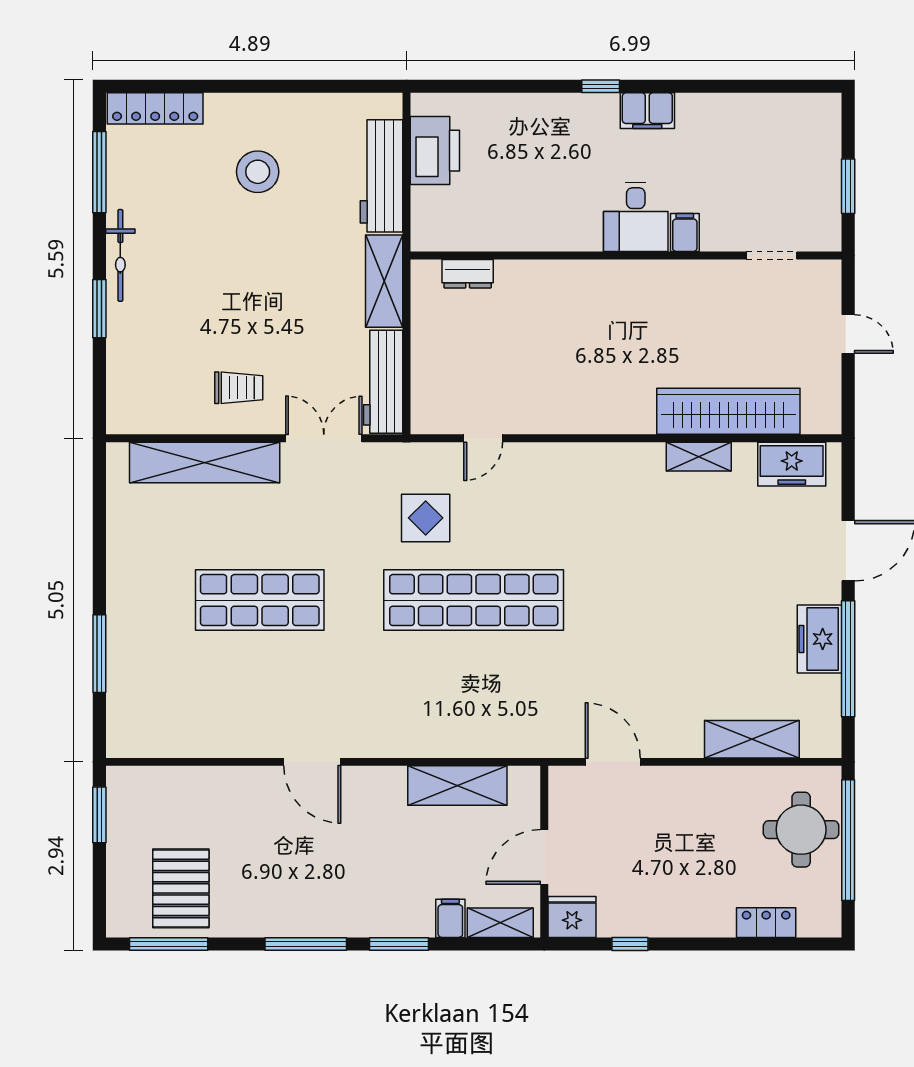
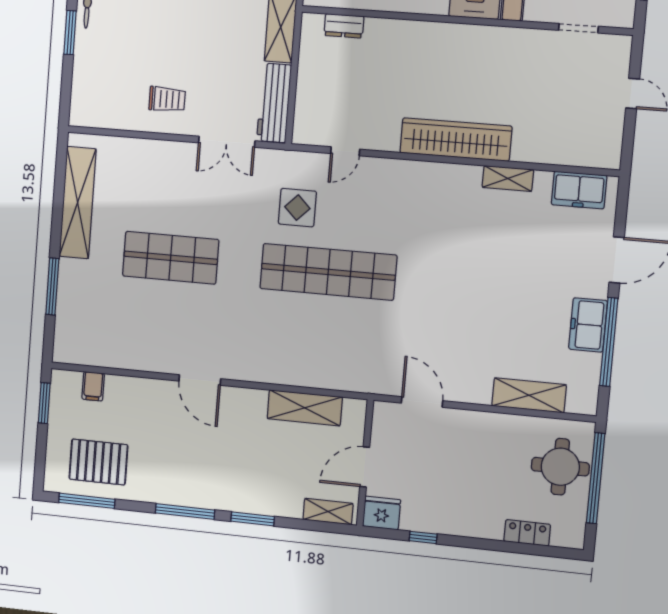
wardrobe: (728, 411) -> (456, 139), moved
double door: (324, 438) -> (227, 142), swing flipped
shelving: (205, 462) -> (78, 203), moved, turned 90
pallet: (181, 888) -> (98, 462), turned 90
filing cabinet: (450, 918) -> (93, 386), moved, turned 180

